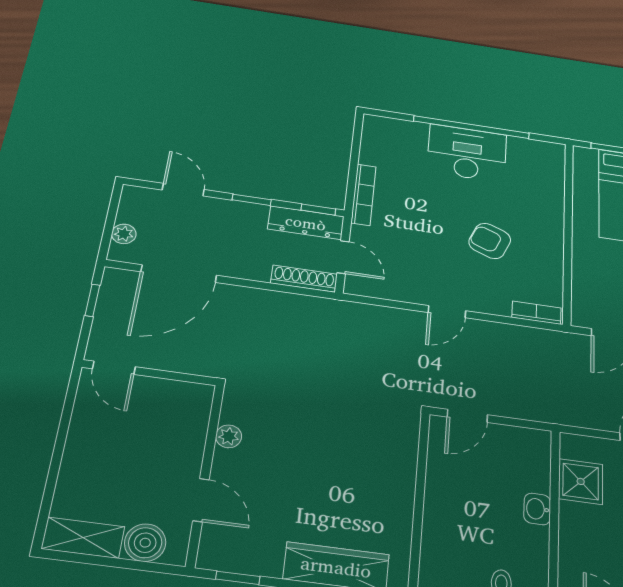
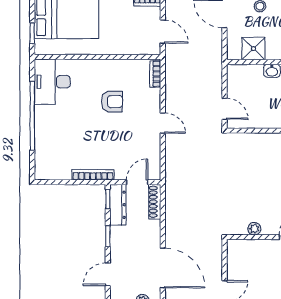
desk: (467, 153) -> (52, 82), moved
armchair: (490, 241) -> (112, 102), turned -112

